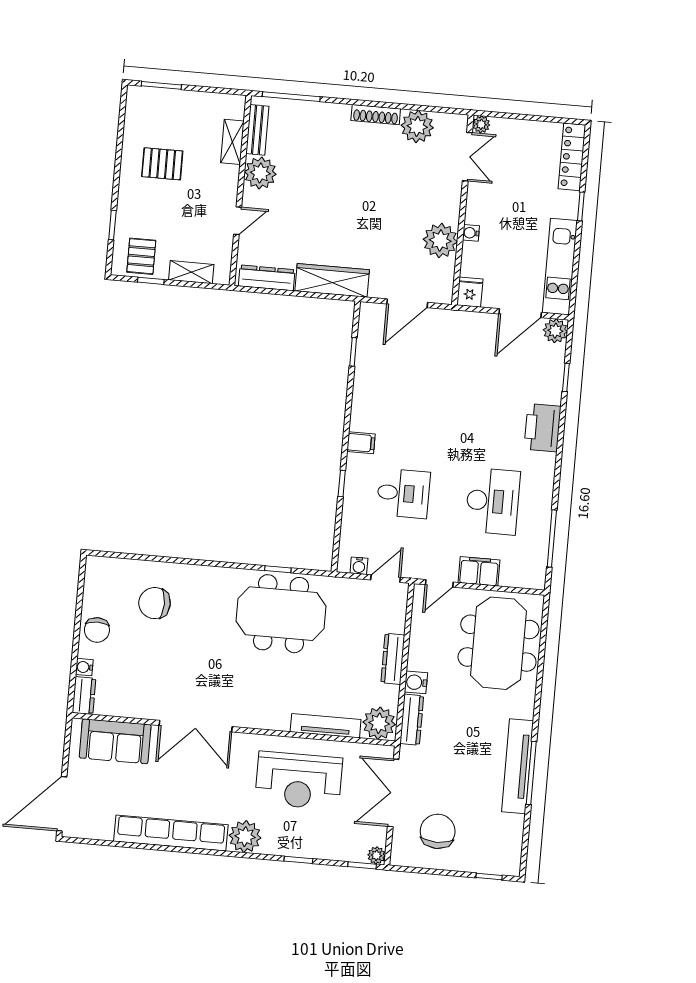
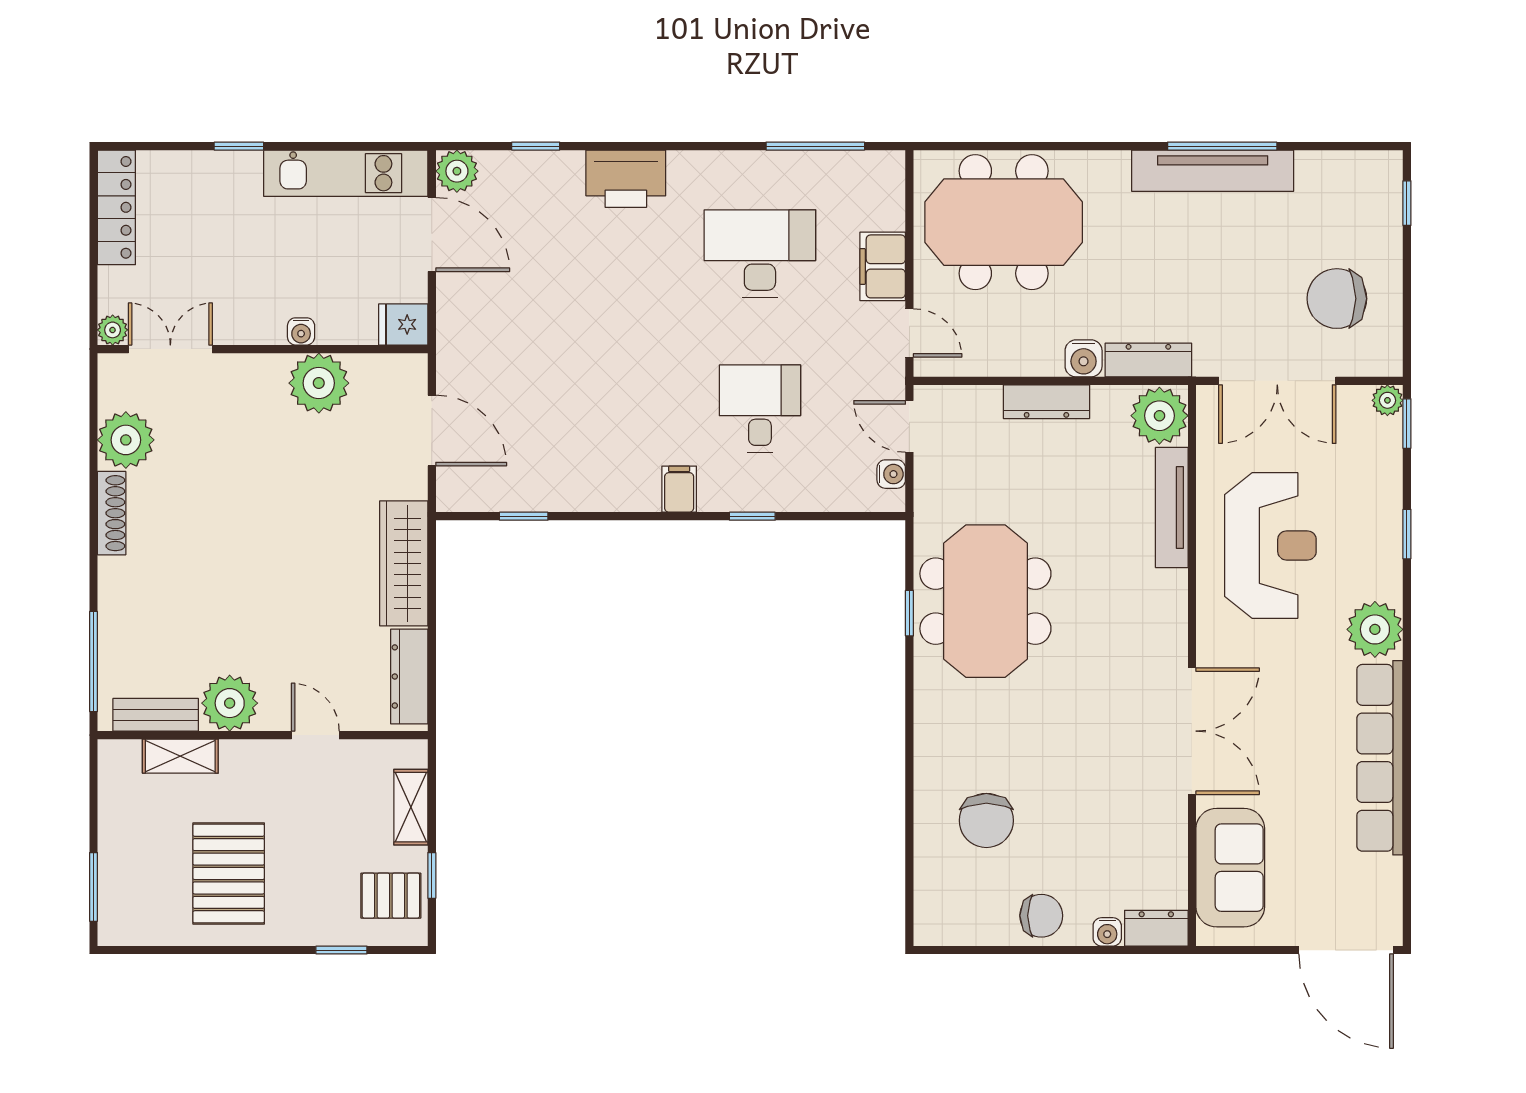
locker: (572, 157) -> (116, 207), moved, turned -90
pallet: (162, 164) -> (229, 874), width x1.50, depth x1.42

